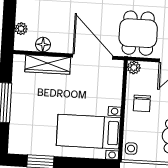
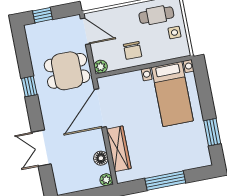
plant: (21, 29) -> (106, 180), moved
chair: (142, 103) -> (133, 50), turned 90
side table: (131, 149) -> (174, 33), moved

